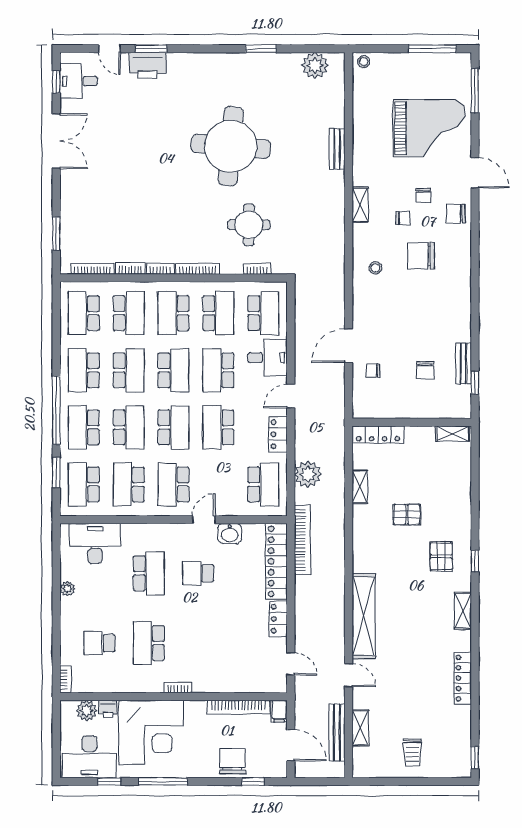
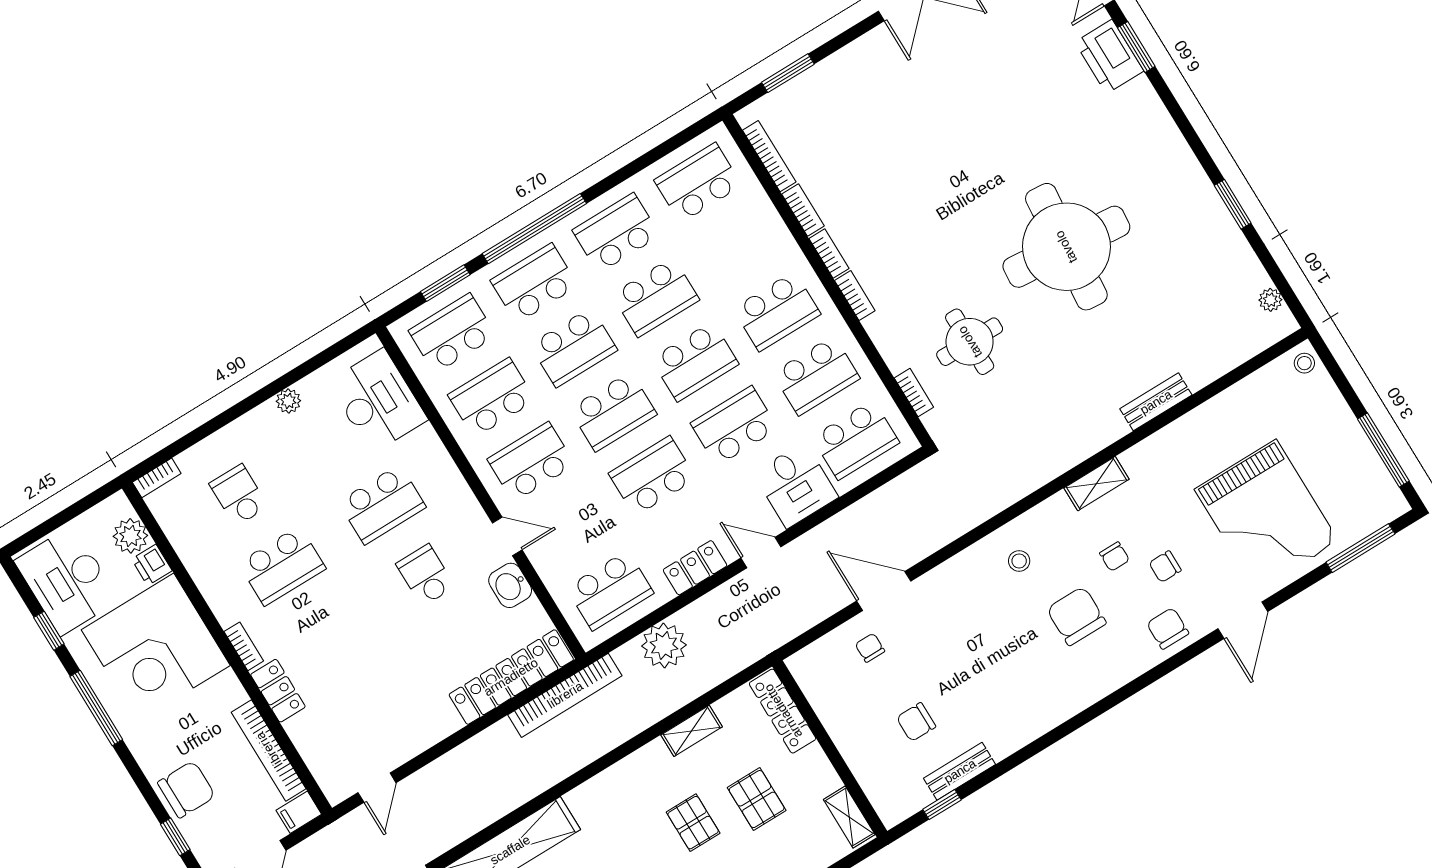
plant: (315, 65) -> (1270, 300), width x0.53, depth x0.53
bookcase: (198, 269) -> (855, 296), width x0.64
school desk: (129, 313) -> (737, 247), removed
school desk: (174, 313) -> (777, 311), turned 180
pallet: (415, 475) -> (757, 799), added
locker: (278, 619) -> (278, 691), moved, turned 90
school desk: (149, 643) -> (282, 566), turned 180

